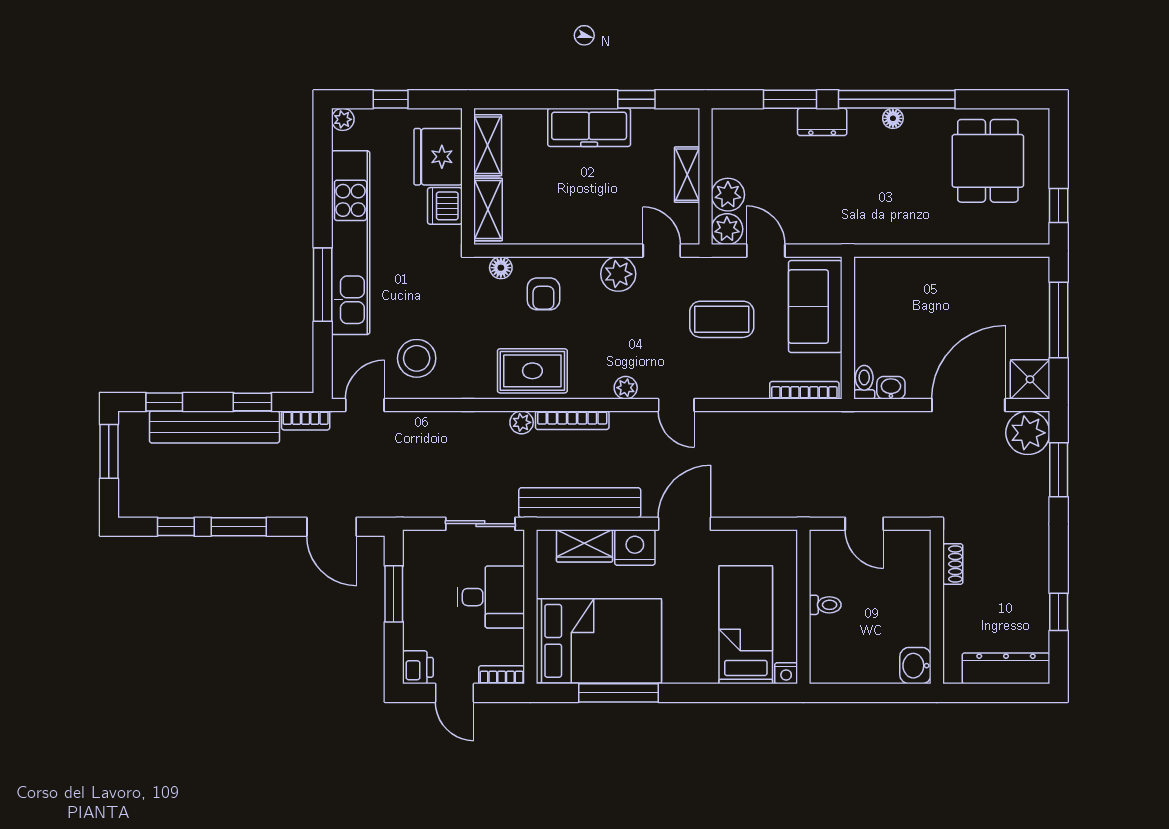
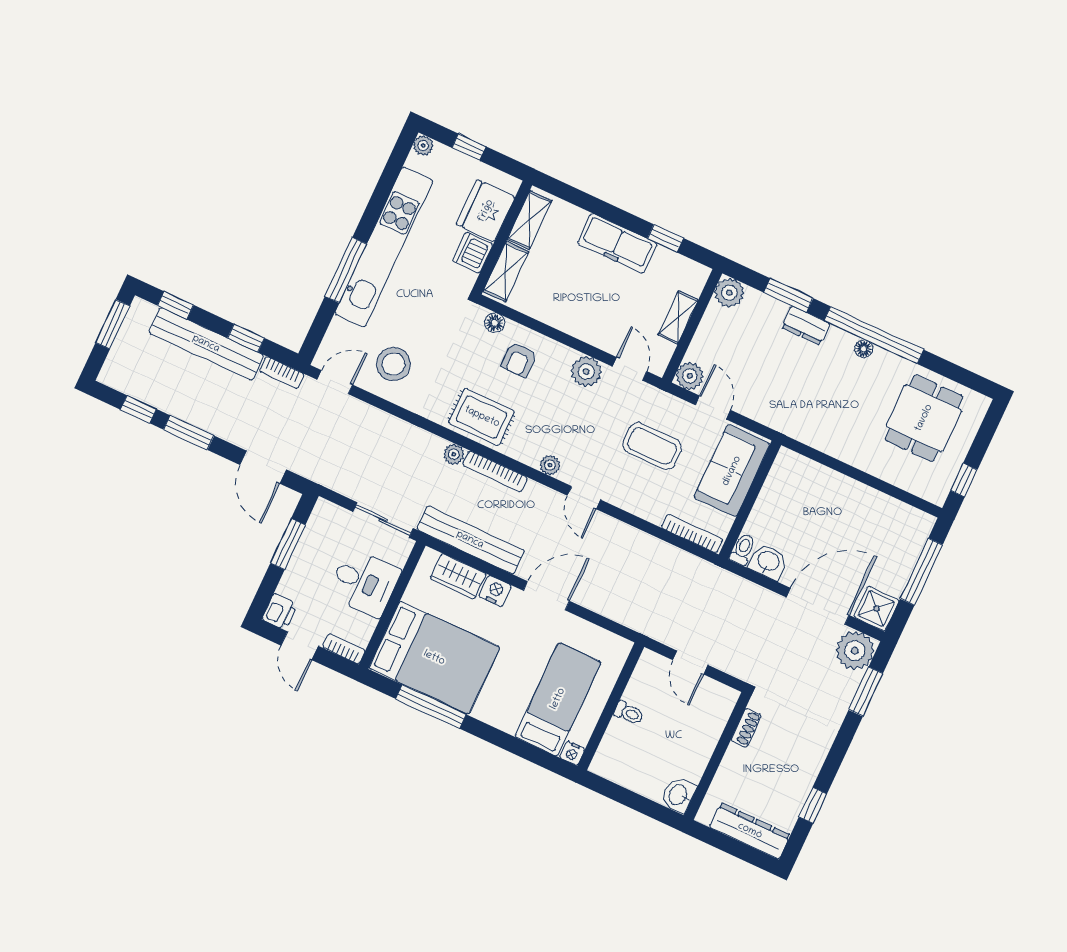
plant: (728, 195) -> (729, 293), moved
washbasin: (891, 388) -> (768, 562), width x1.38, depth x1.45
nightstand: (635, 548) -> (495, 591), width x0.74, depth x0.75

